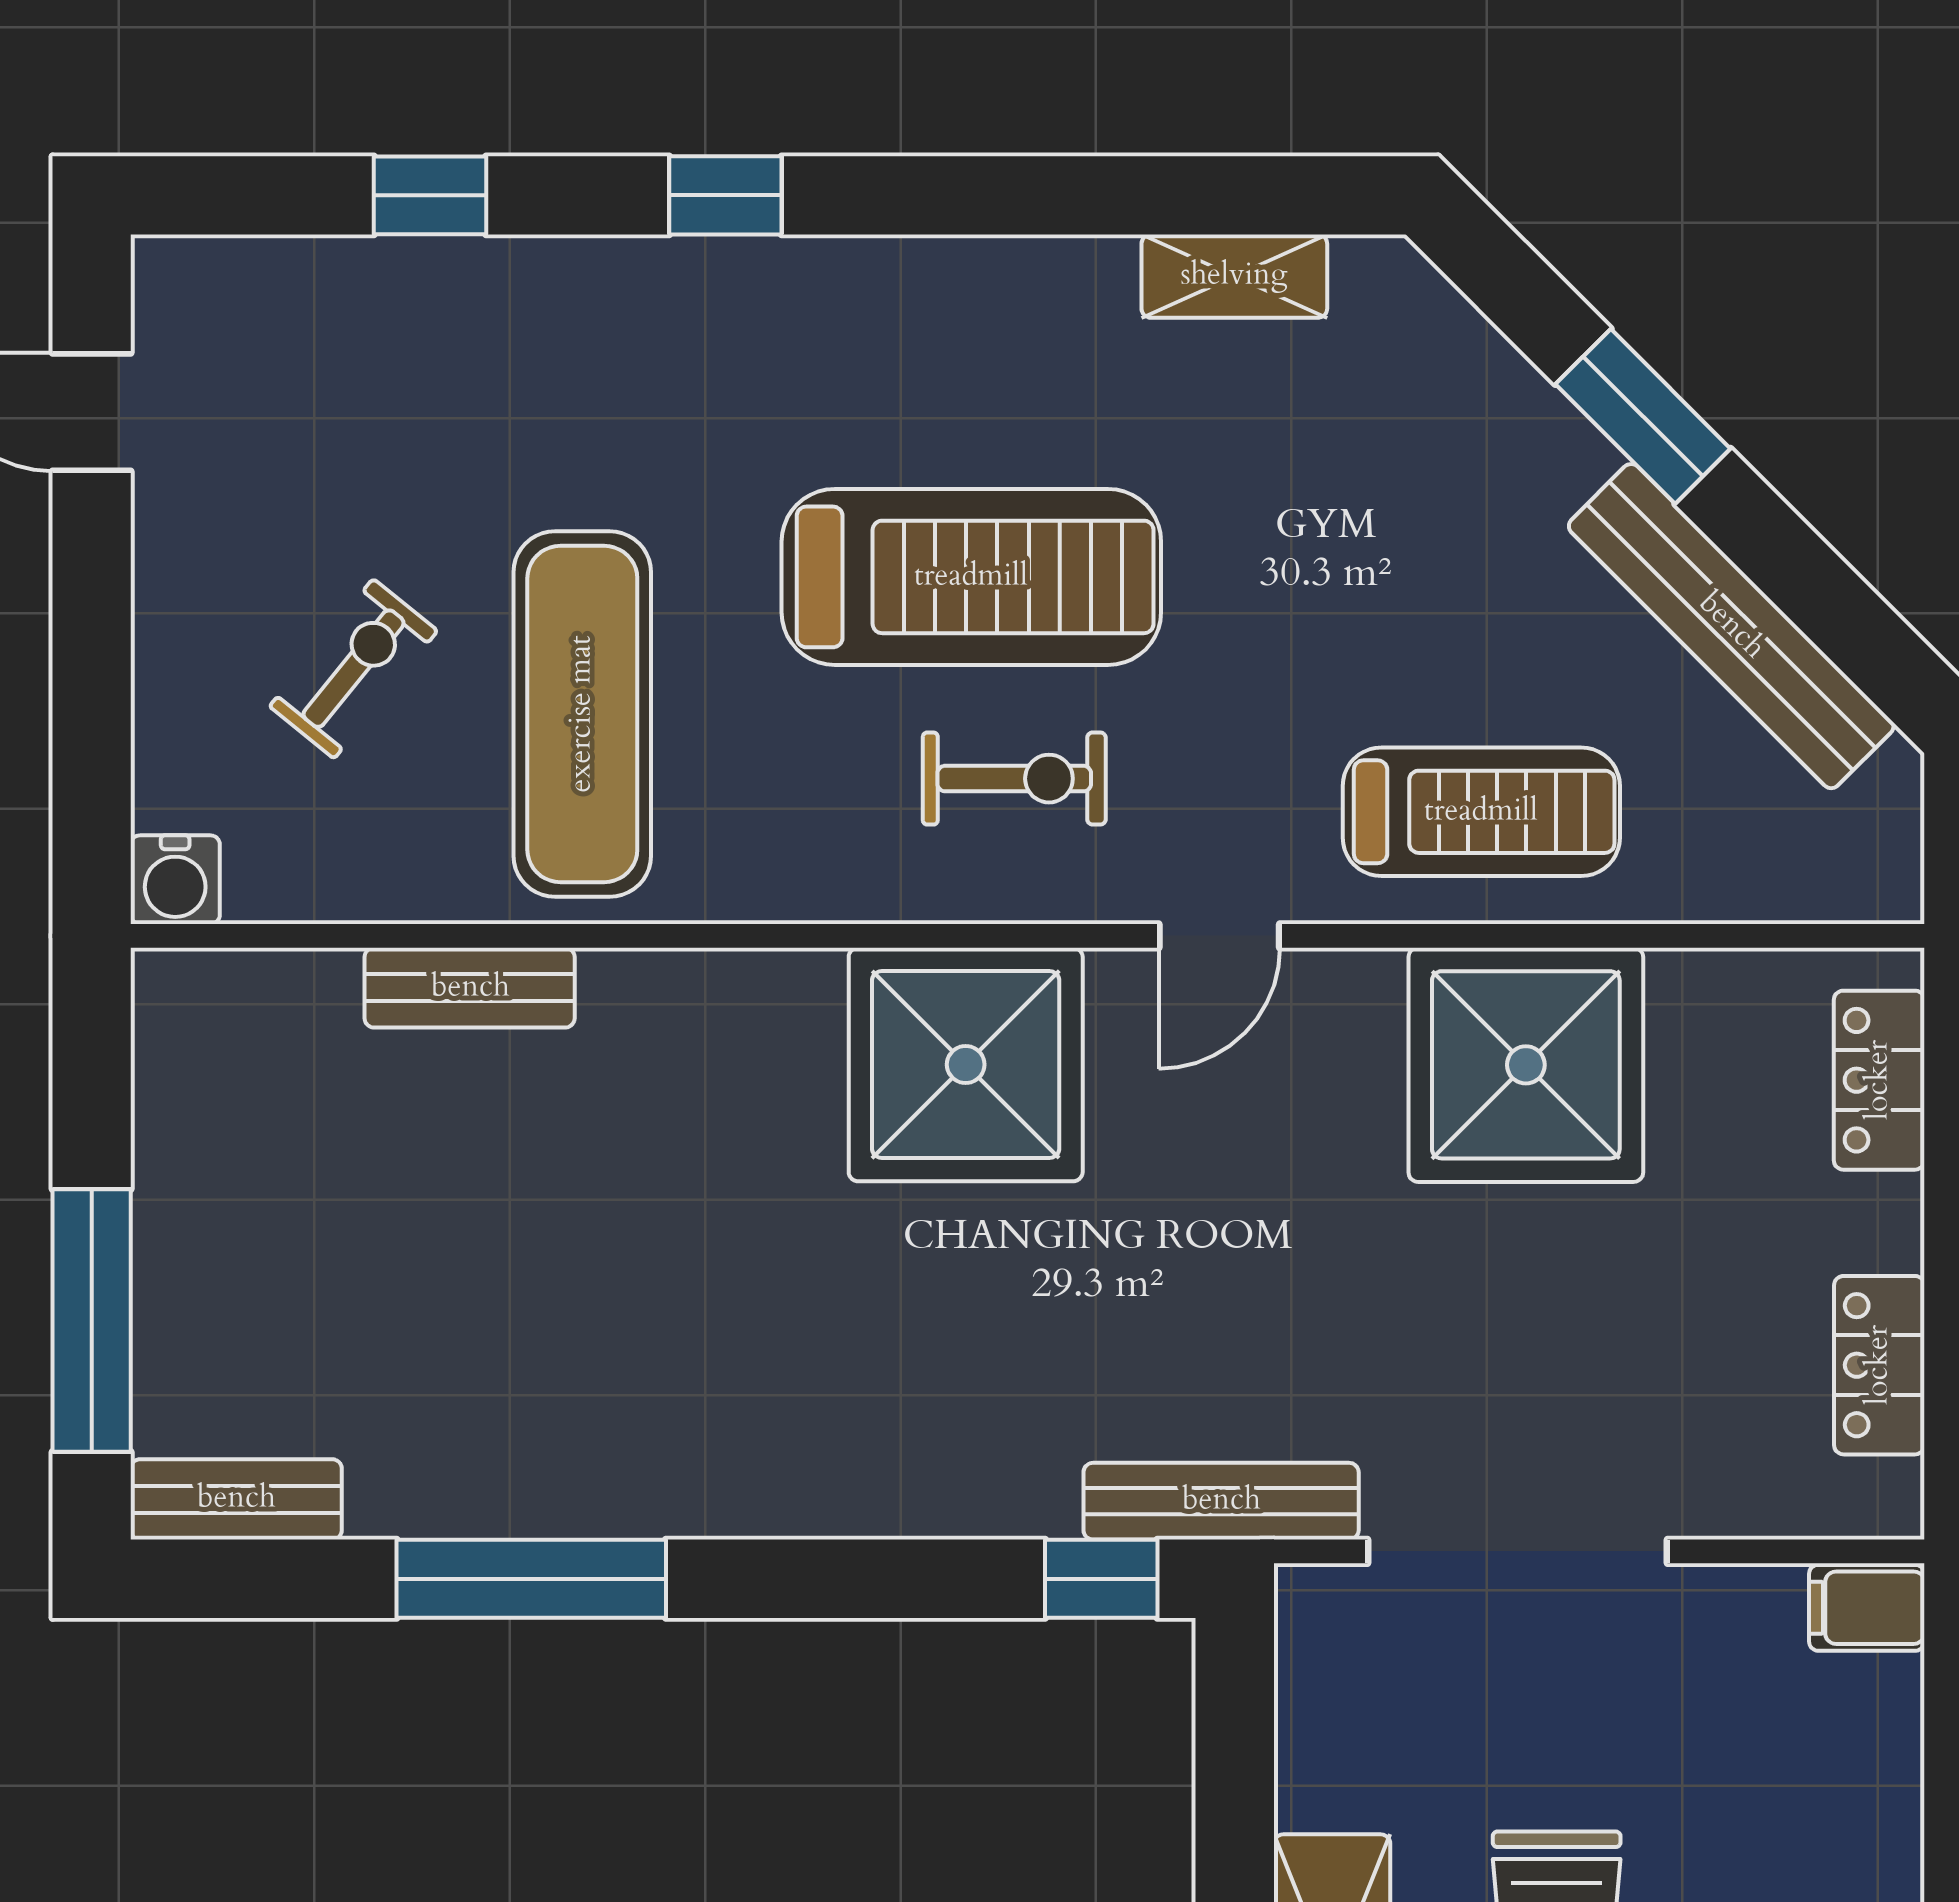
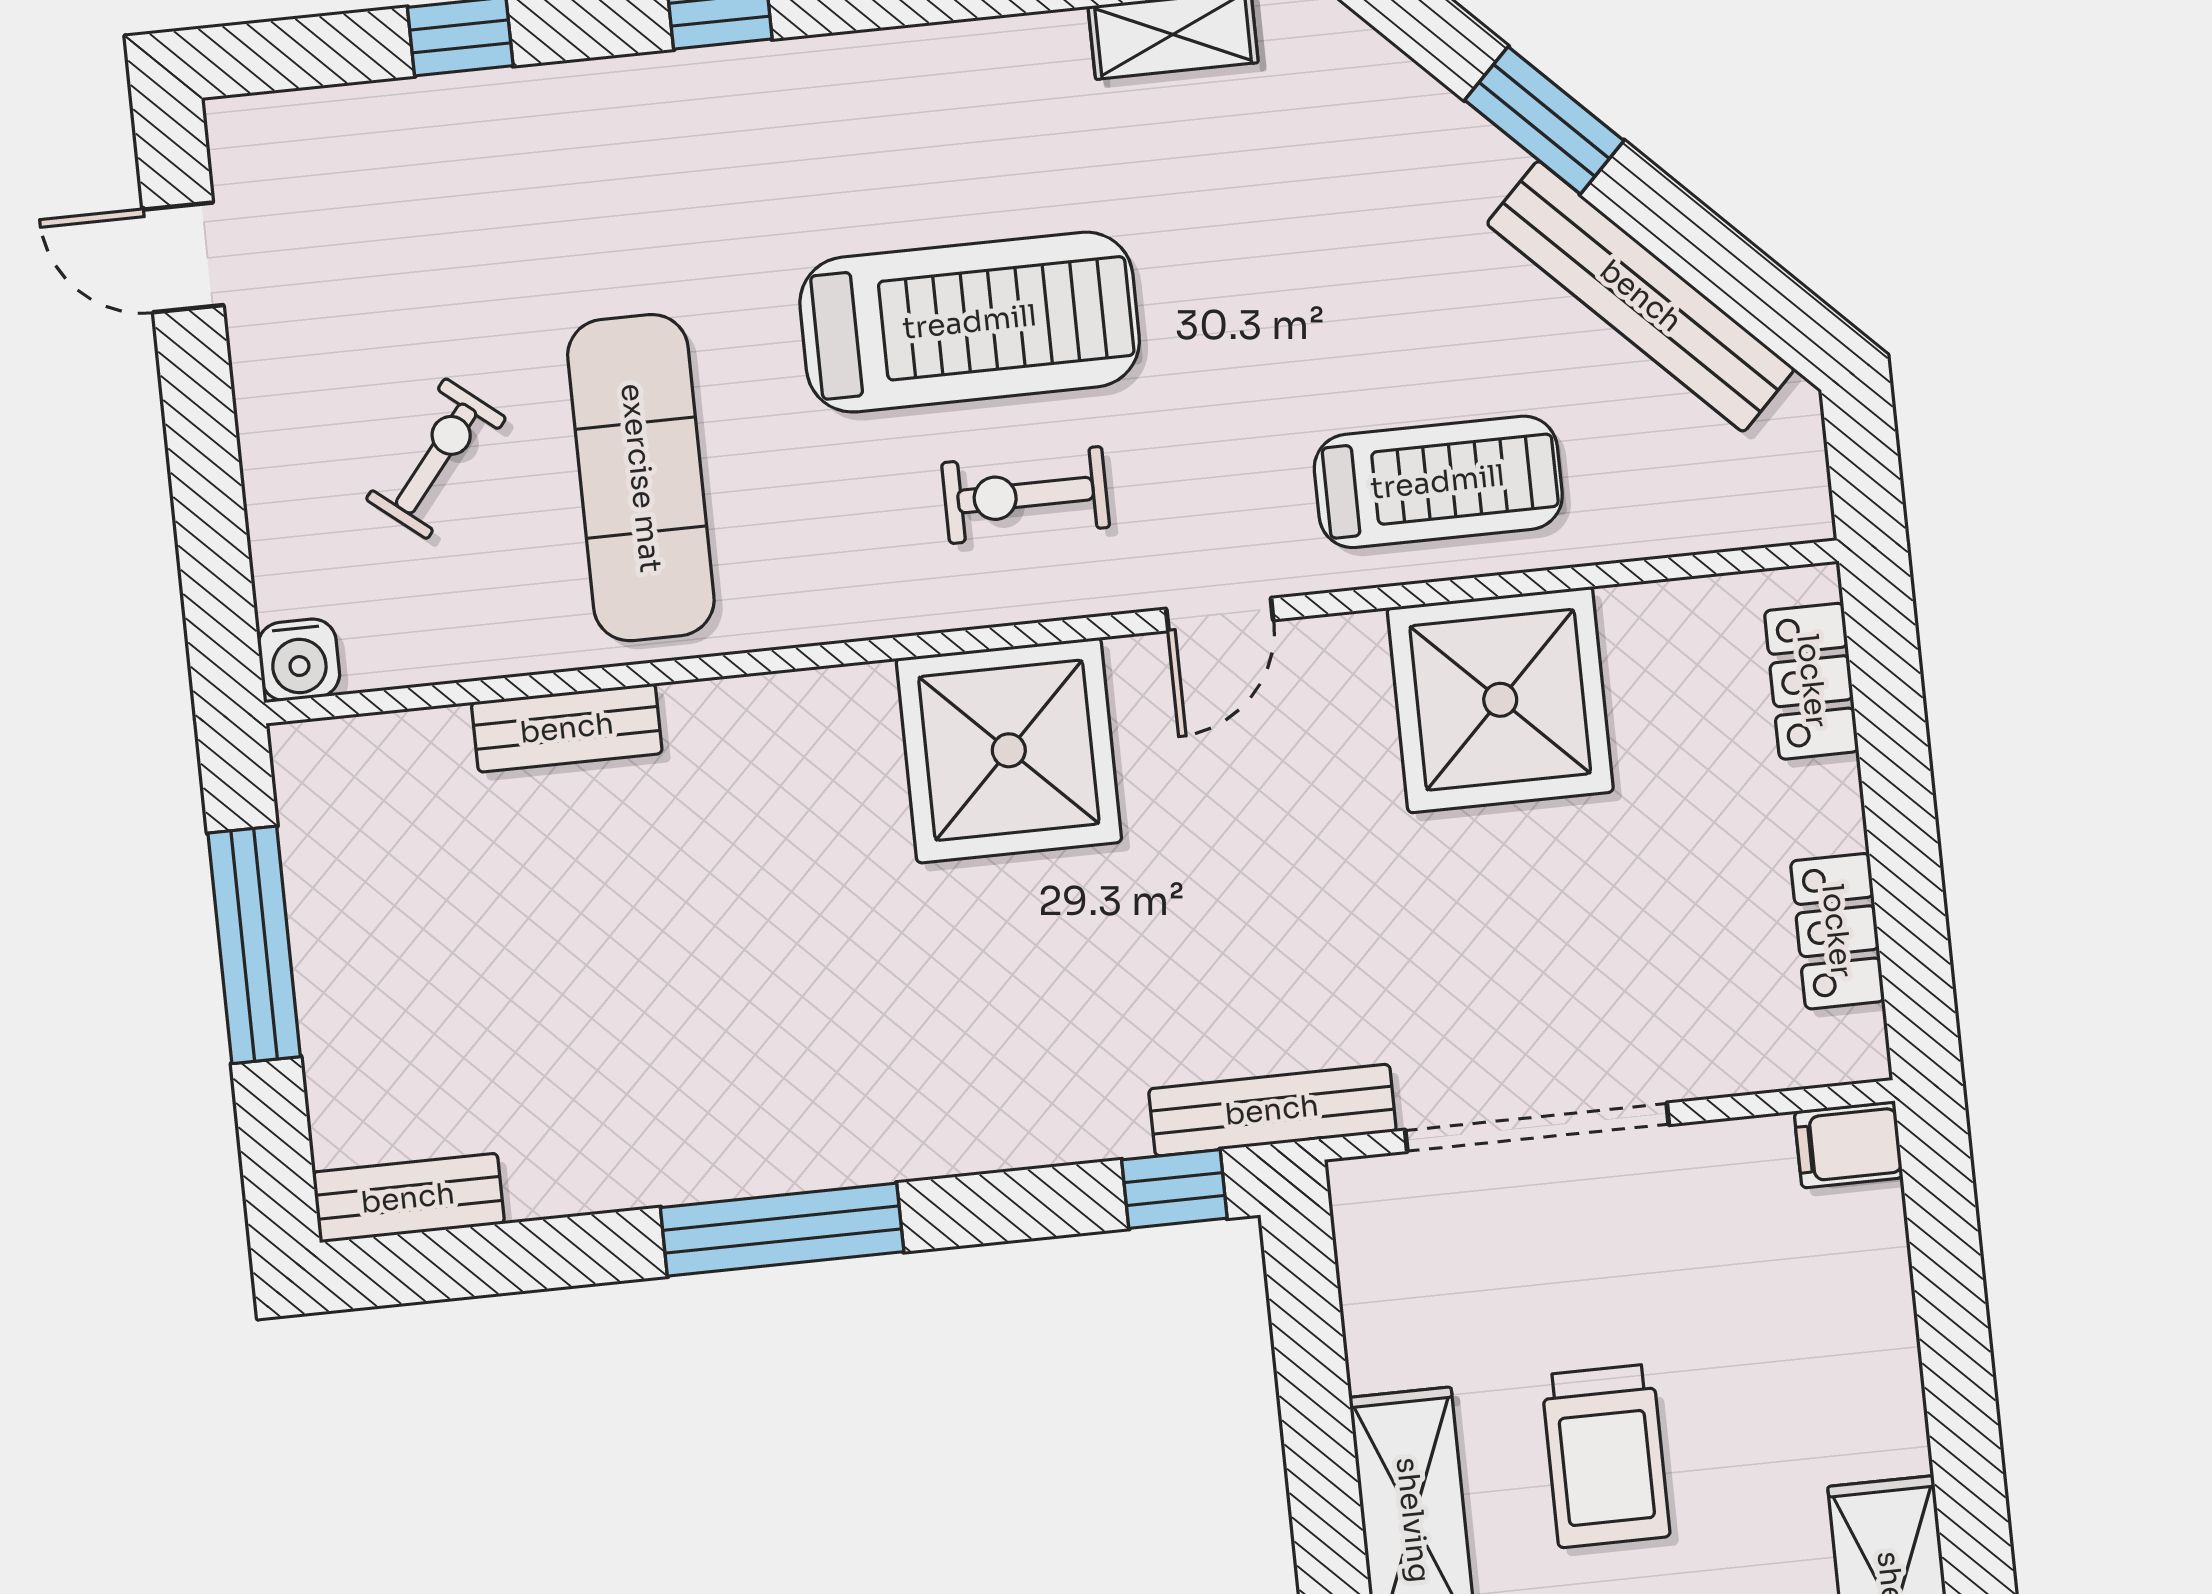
exercise bike: (1014, 779) -> (1026, 495), turned 180
window: (92, 1320) -> (254, 945), moved
window: (531, 1579) -> (782, 1230), moved

